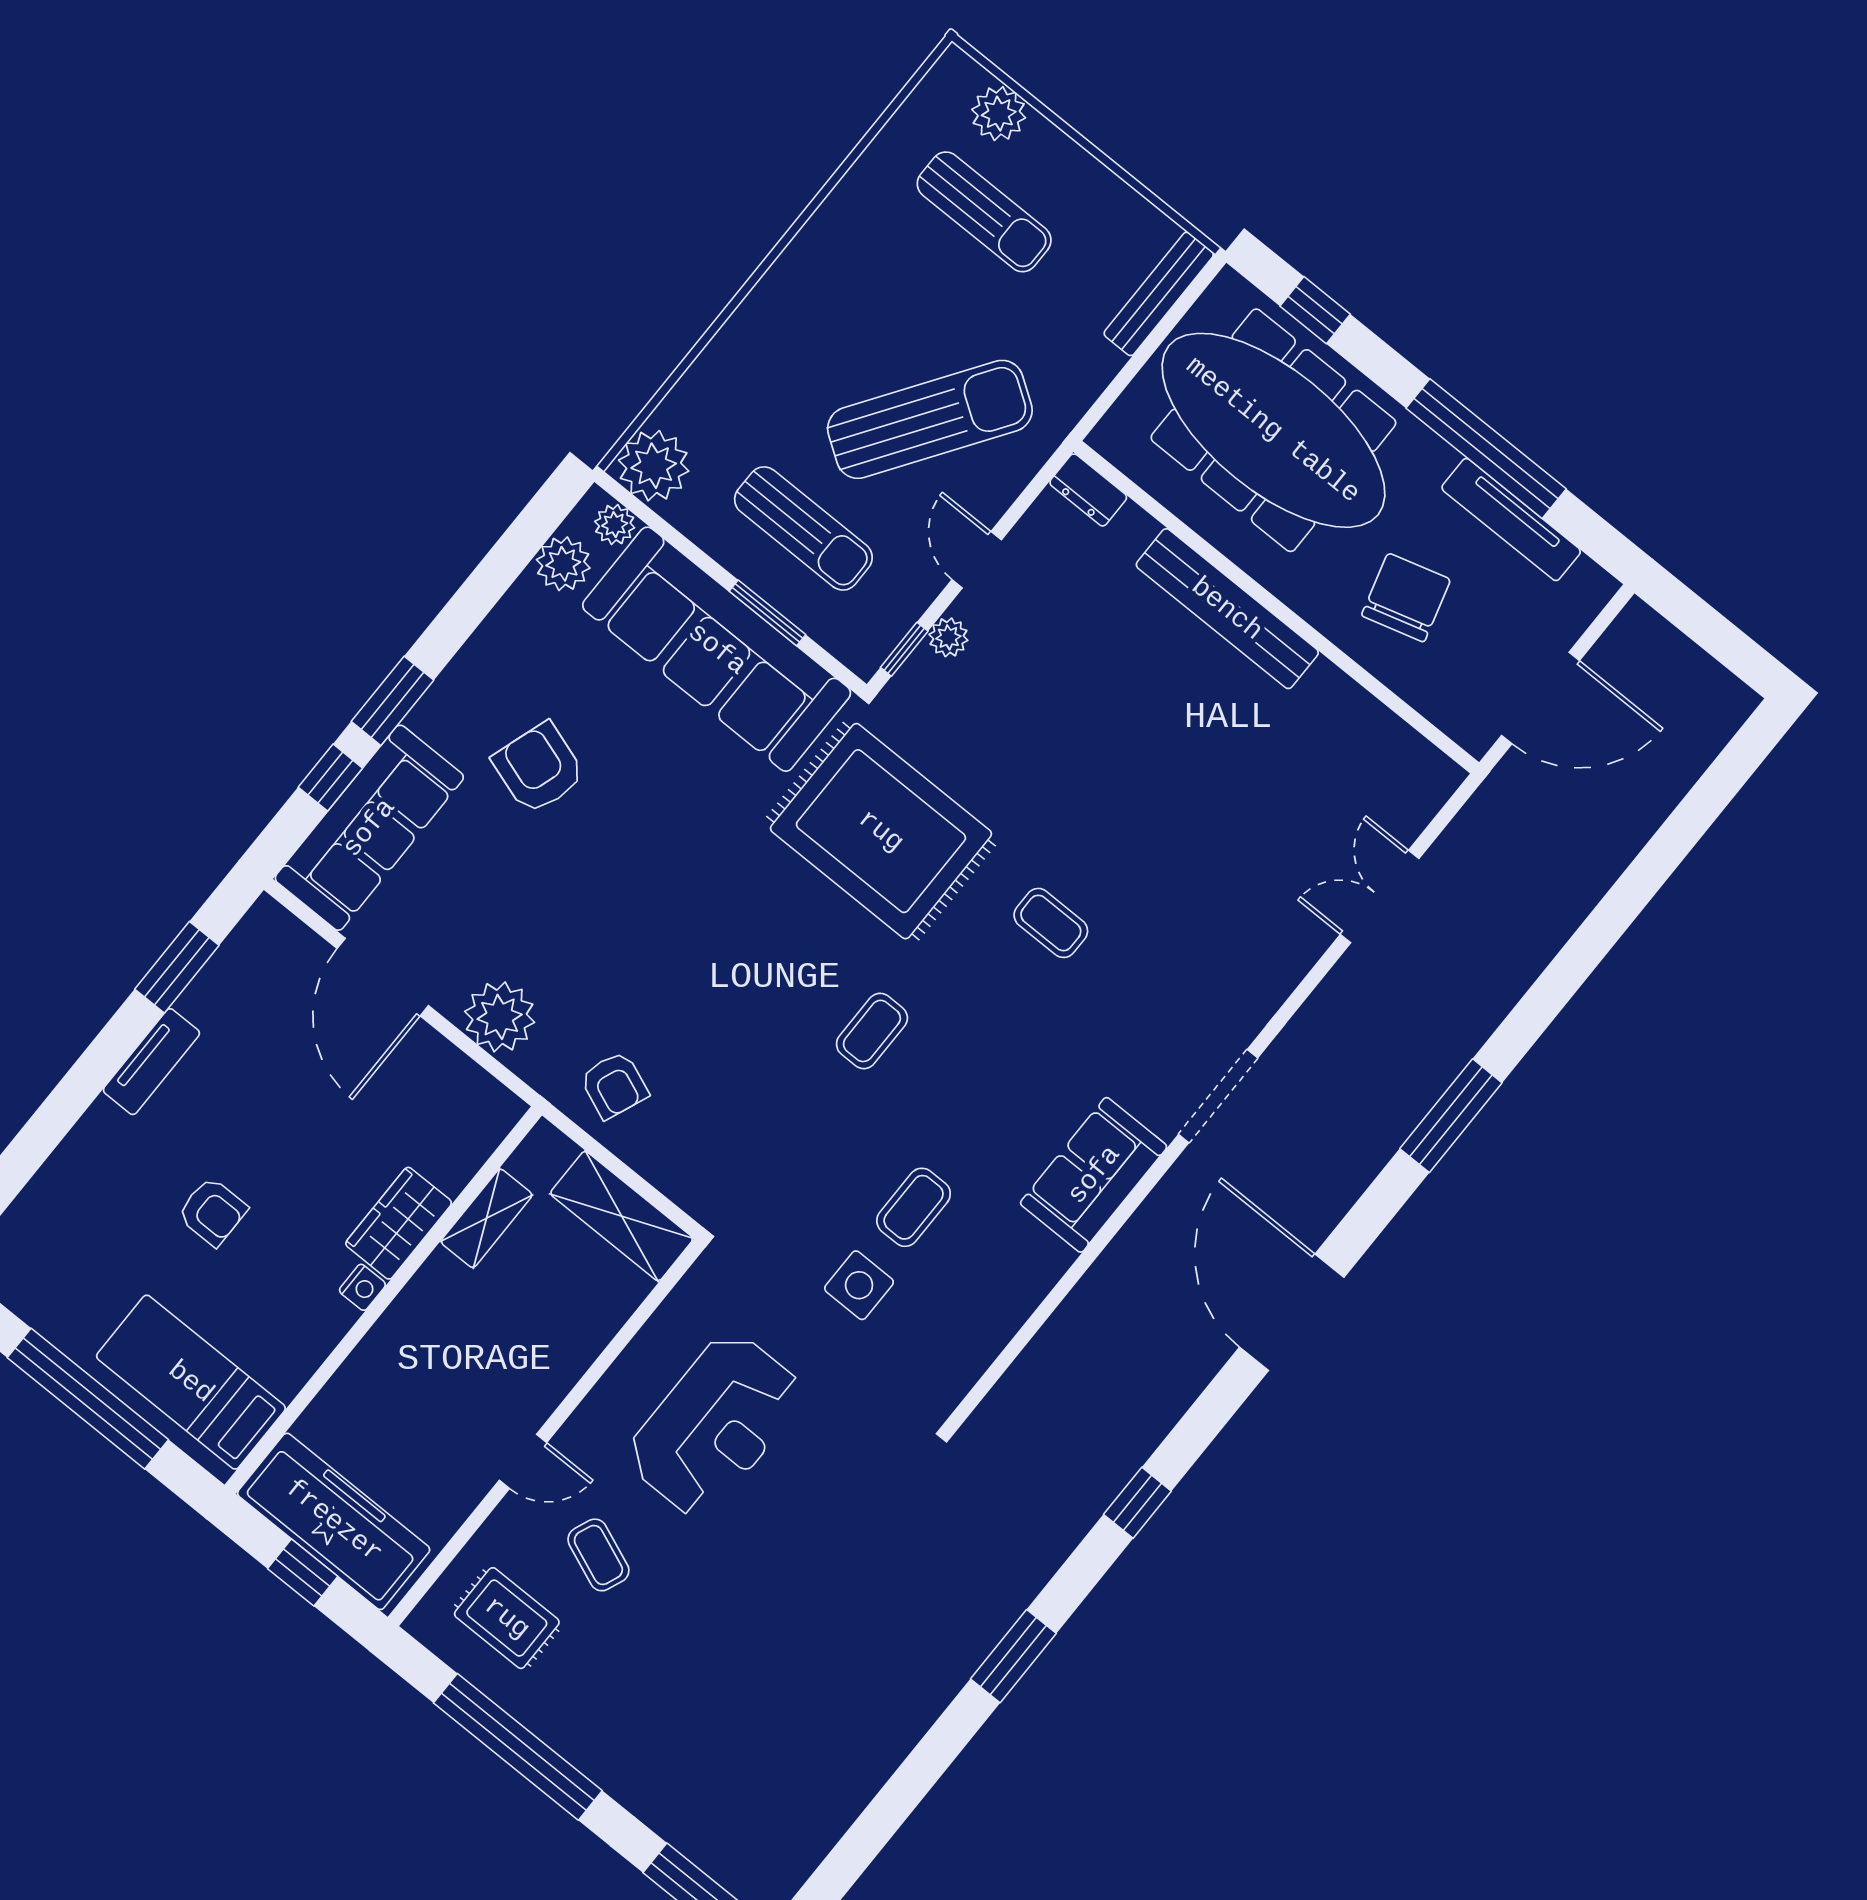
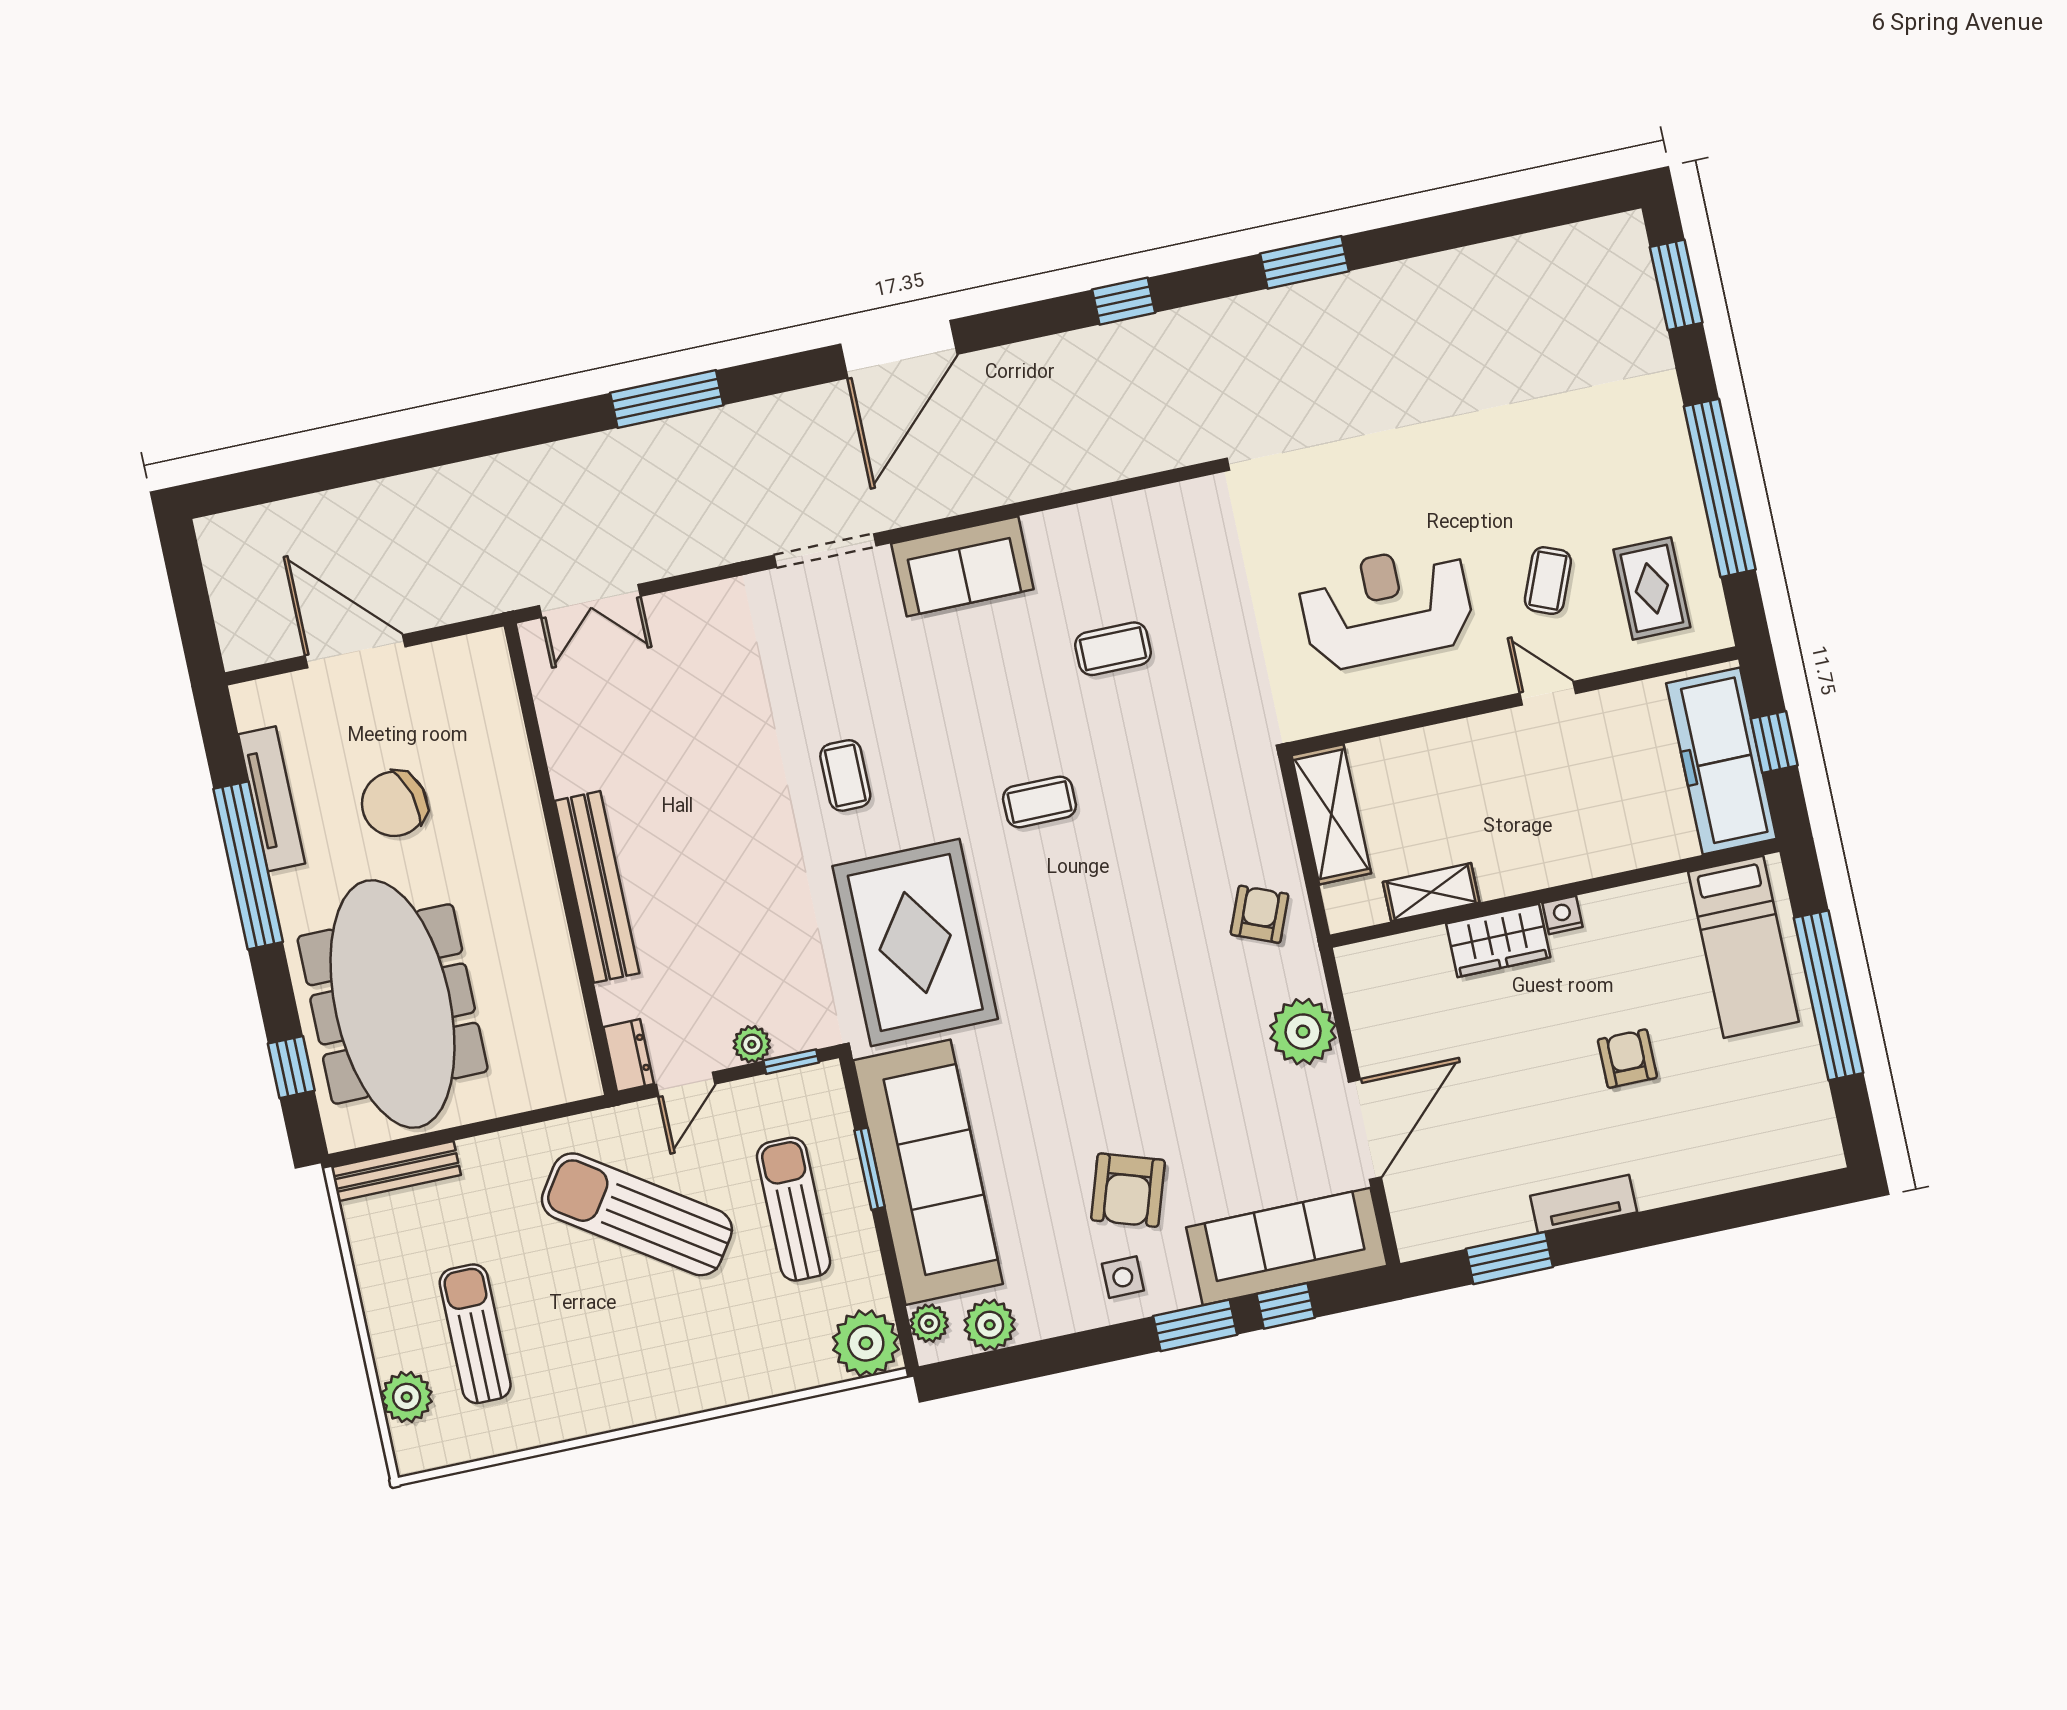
dresser: (1088, 490) -> (629, 1055), moved
wall: (1276, 607) -> (560, 859), moved
bench: (1227, 609) -> (597, 887), moved
side table: (859, 1285) -> (1123, 1277), moved, width x0.73, depth x0.73

